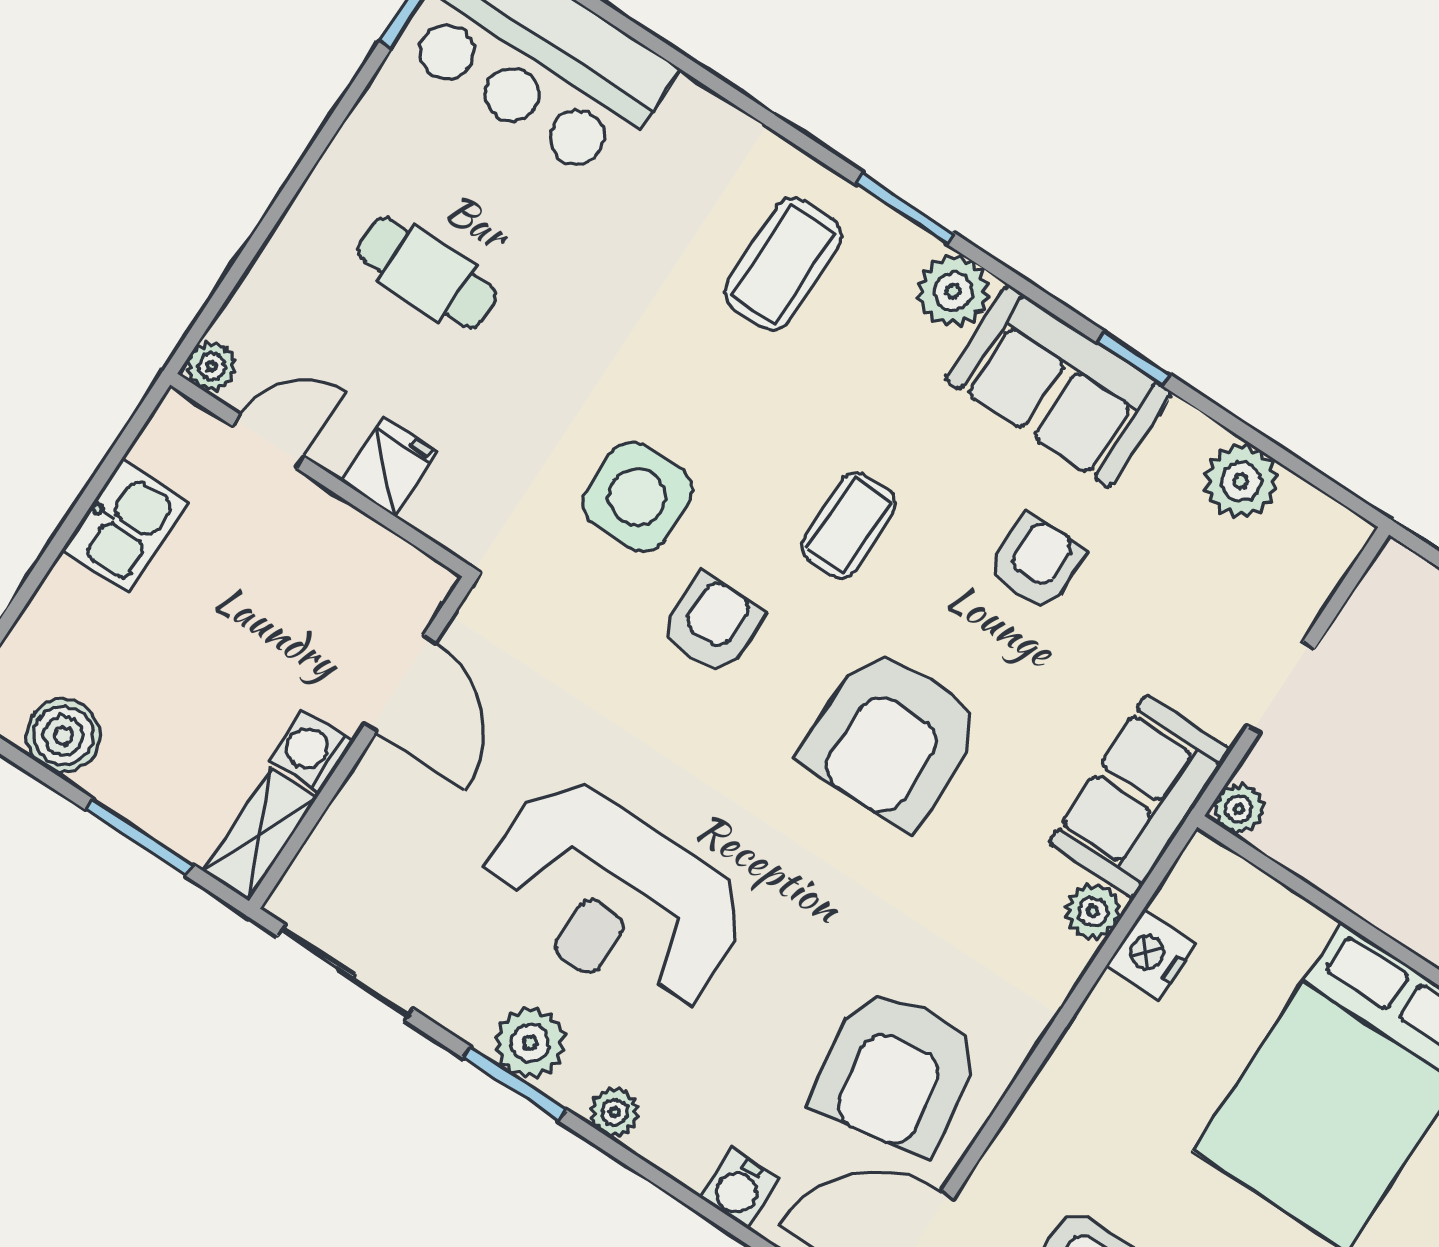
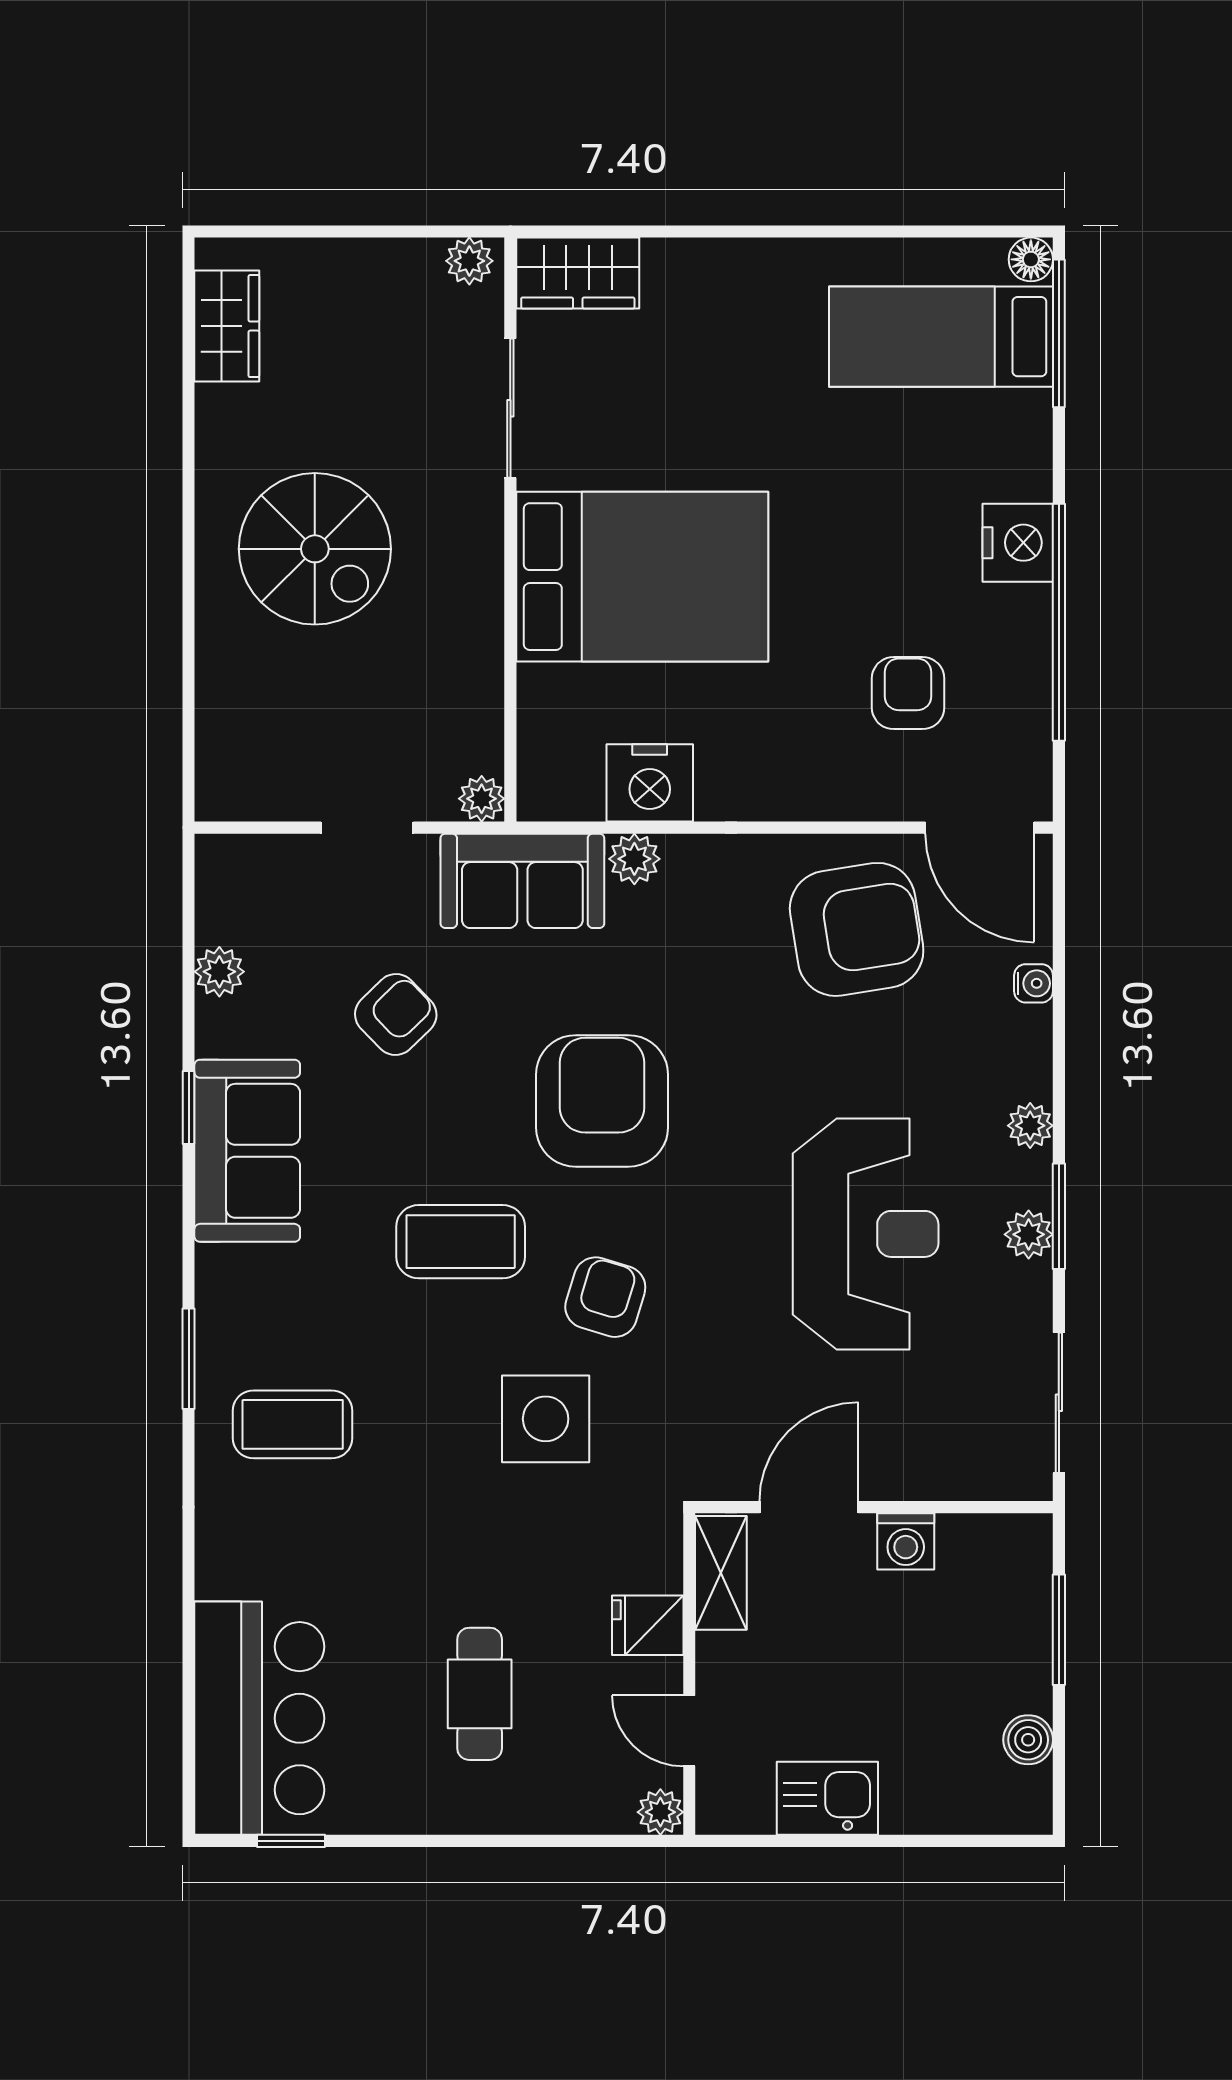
plant: (953, 291) -> (228, 1280), removed
plant: (1241, 481) -> (219, 972), width x0.73, depth x0.73
coffee table: (849, 525) -> (461, 1242), width x1.36, depth x1.30
armchair: (1036, 562) -> (396, 1014), moved, turned 136
armchair: (712, 624) -> (605, 1297), turned 107
boiler: (63, 736) -> (1028, 1740), width x0.73, depth x0.73
armchair: (892, 738) -> (602, 1101), turned -90
shelving: (260, 834) -> (721, 1573), moved, turned 90
nightstand: (1151, 955) -> (650, 783), width x1.36, depth x1.33
plant: (530, 1043) -> (1029, 1234), width x0.73, depth x0.73
water cooler: (739, 1189) -> (1034, 983), width x0.72, depth x0.72

